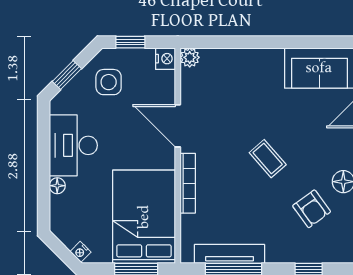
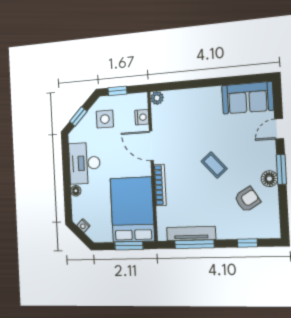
nightstand: (165, 59) -> (142, 117), moved
armchair: (312, 209) -> (247, 199), turned -85
nightstand: (81, 252) -> (83, 226), moved

